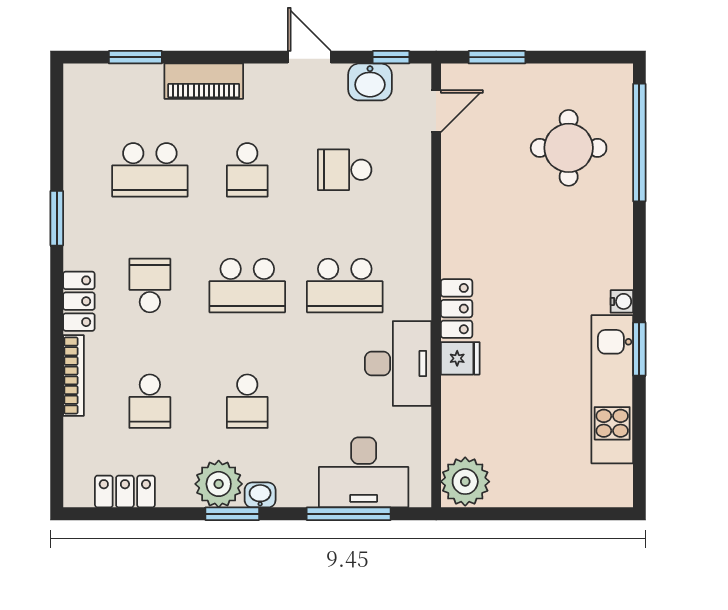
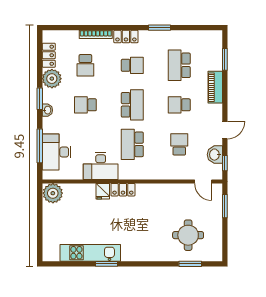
window: (639, 143) -> (190, 264), width x0.47
school desk: (247, 285) -> (132, 105), turned 180
water cooler: (622, 301) -> (126, 257), removed
school desk: (150, 401) -> (85, 65), turned -90
plant: (219, 484) -> (52, 79), moved

